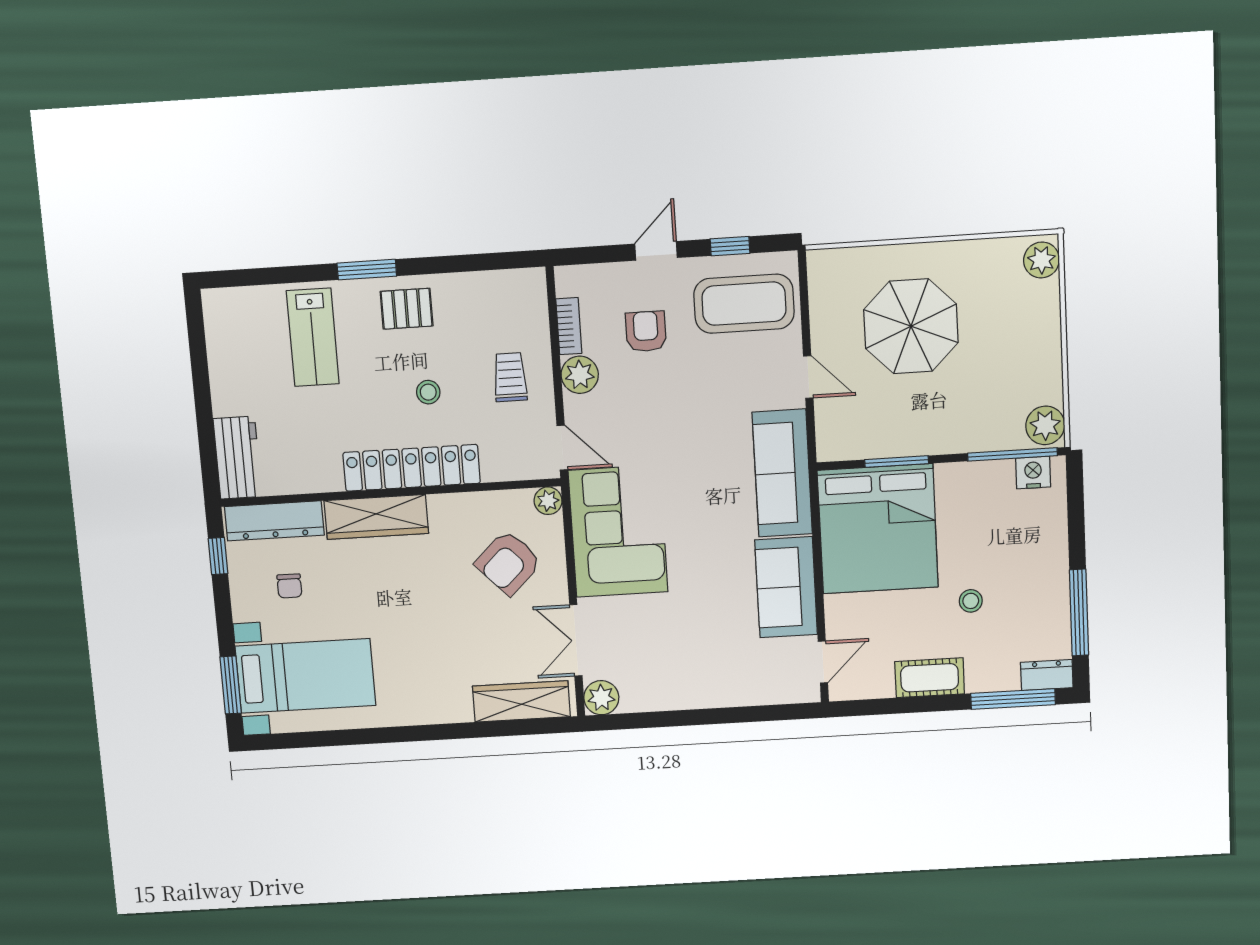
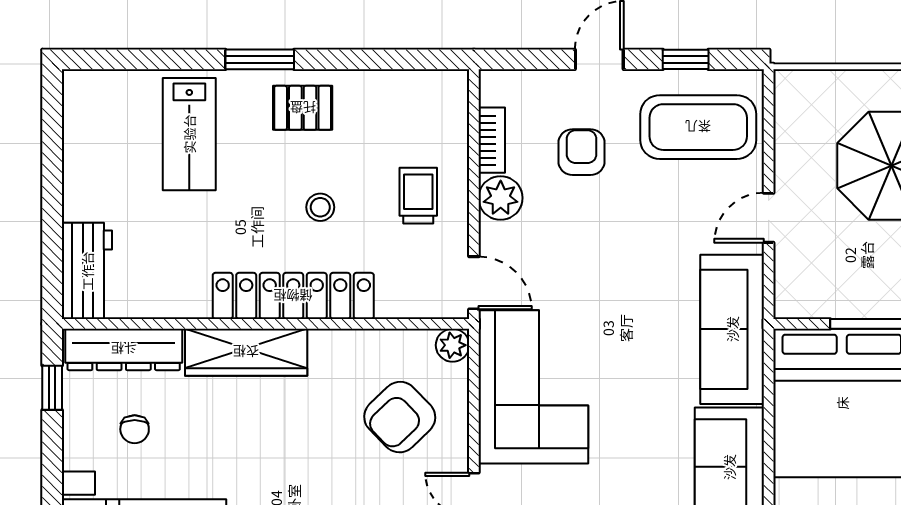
door: (808, 377) -> (769, 218), swing flipped

